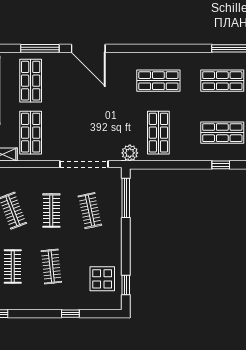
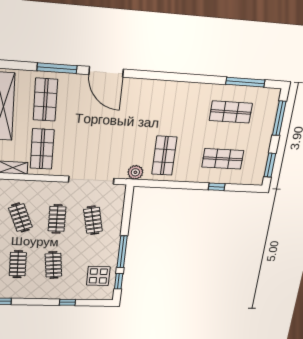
shop shelf: (158, 81) -> (171, 108), removed
window: (126, 198) -> (122, 252), moved

